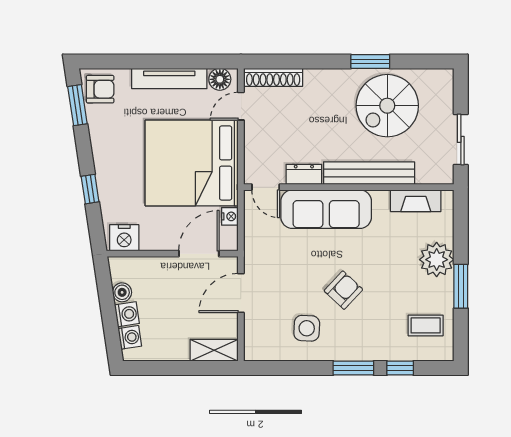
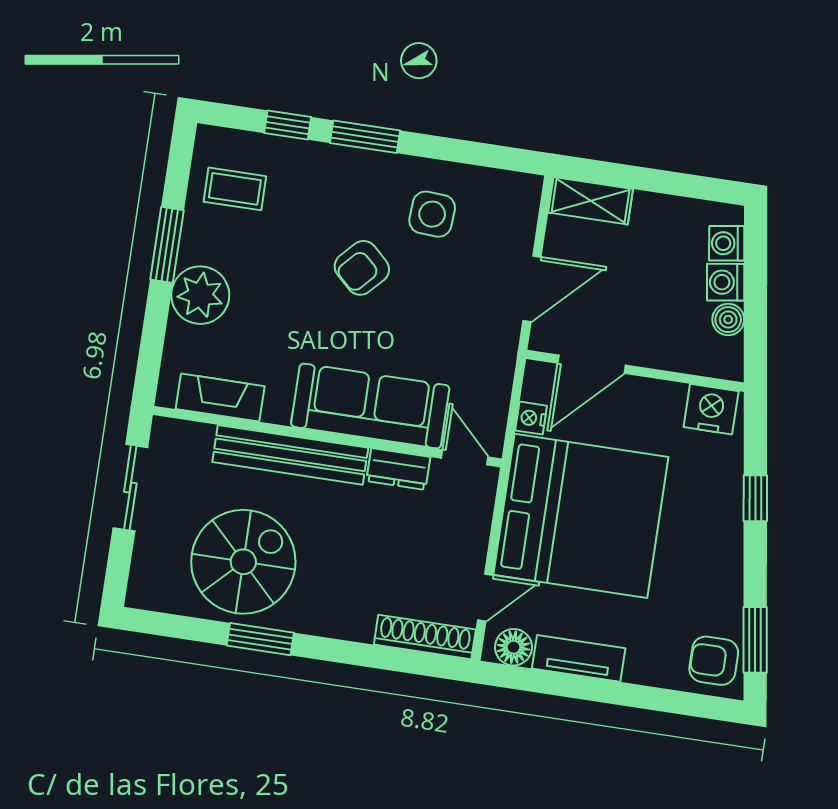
tv unit: (169, 78) -> (579, 658), width x0.71

